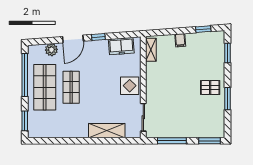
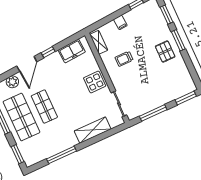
trolley: (168, 76) -> (124, 59), added
pallet: (210, 87) -> (165, 52), turned 90
window: (227, 99) -> (178, 40), moved
window: (66, 141) -> (61, 155), added

